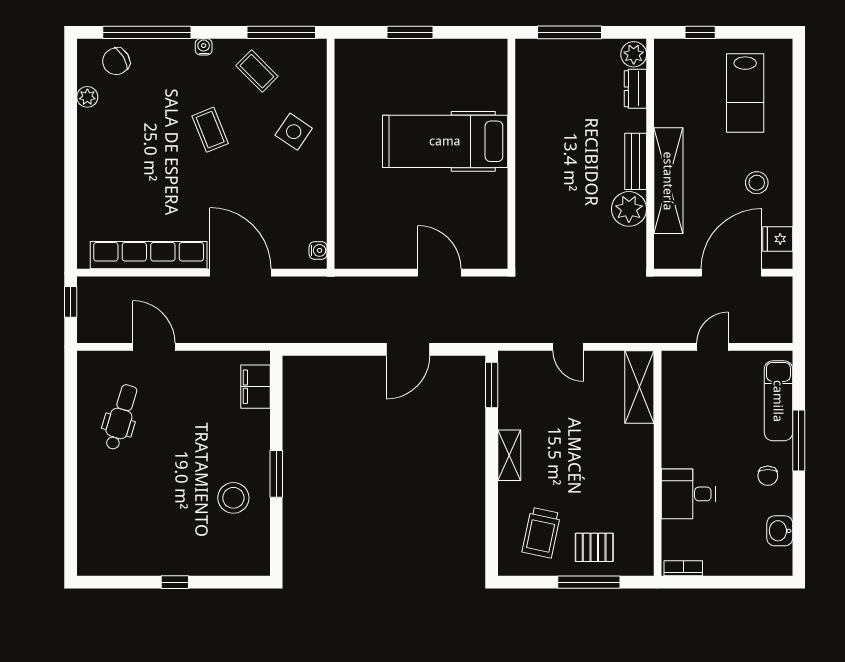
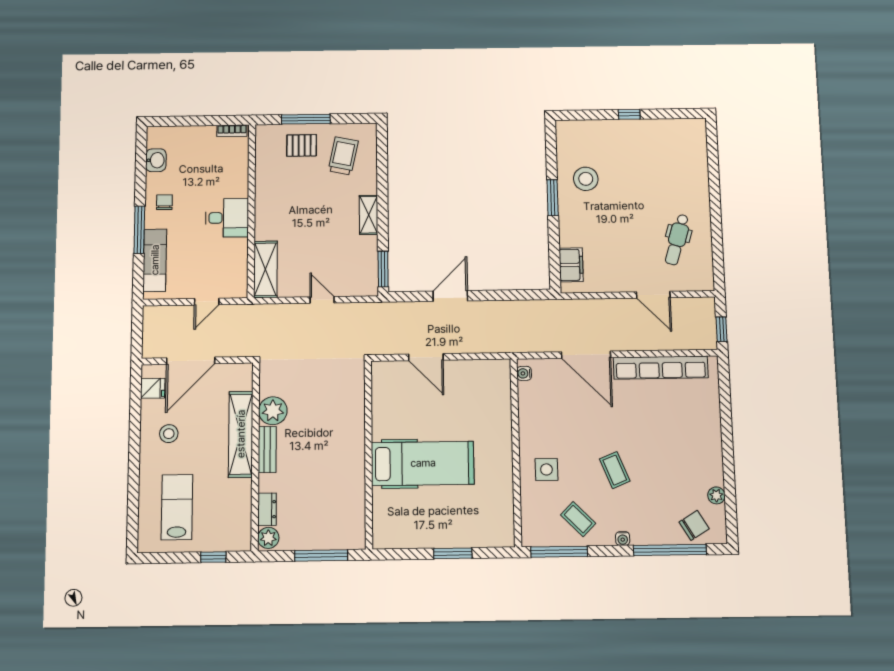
side table: (294, 132) -> (546, 469), turned -34
desk: (688, 494) -> (227, 218), moved

